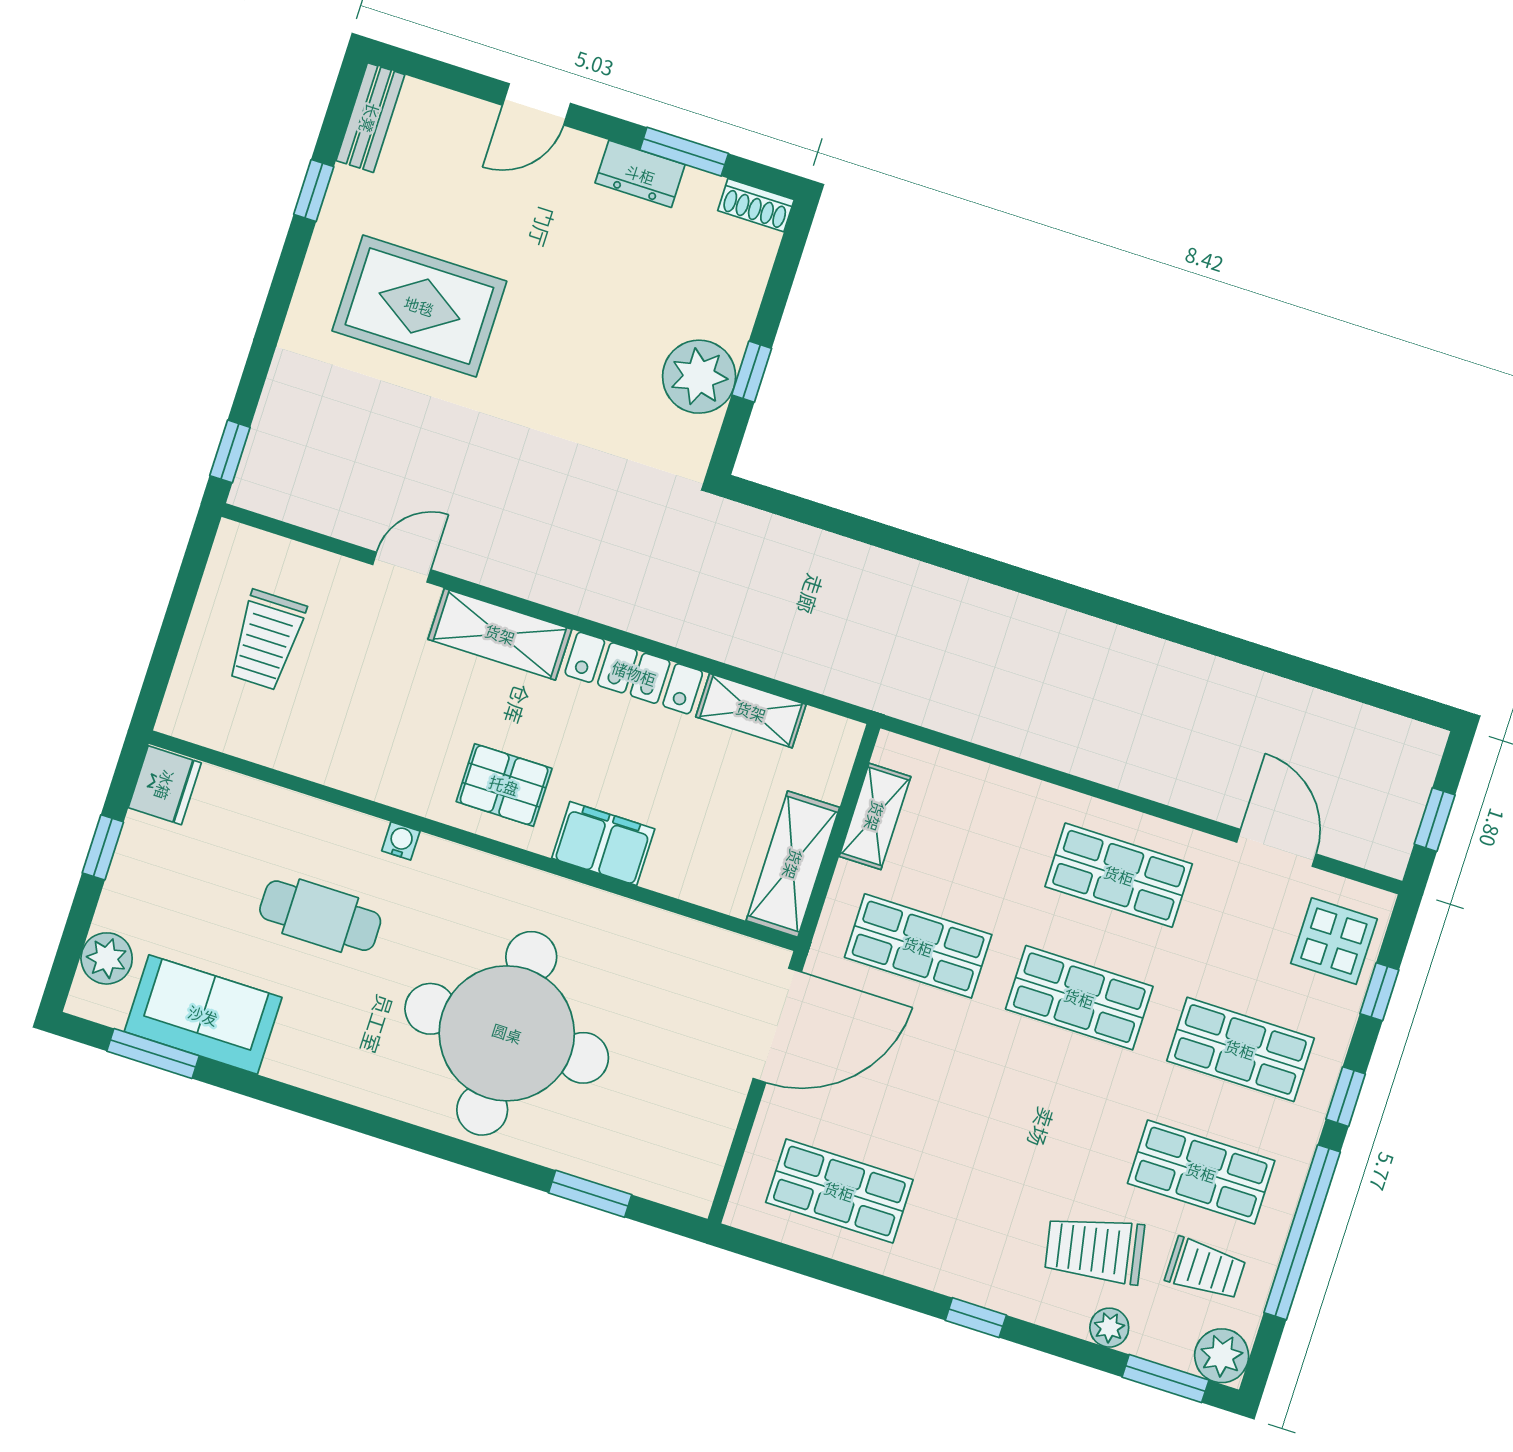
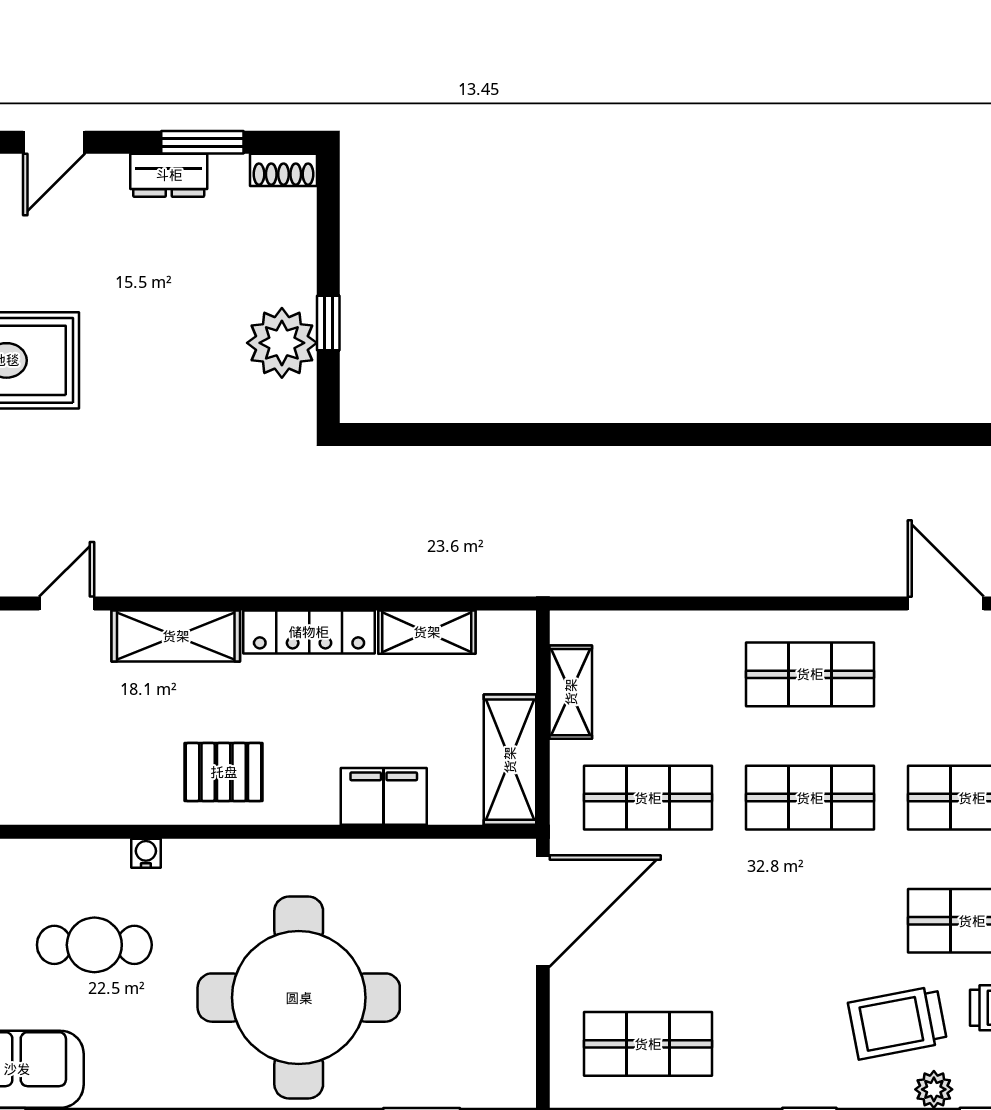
filing cabinet: (603, 844) -> (384, 796), moved

